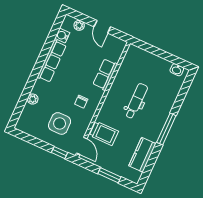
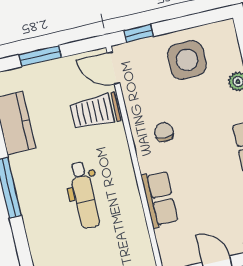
side table: (60, 123) -> (187, 60), moved

